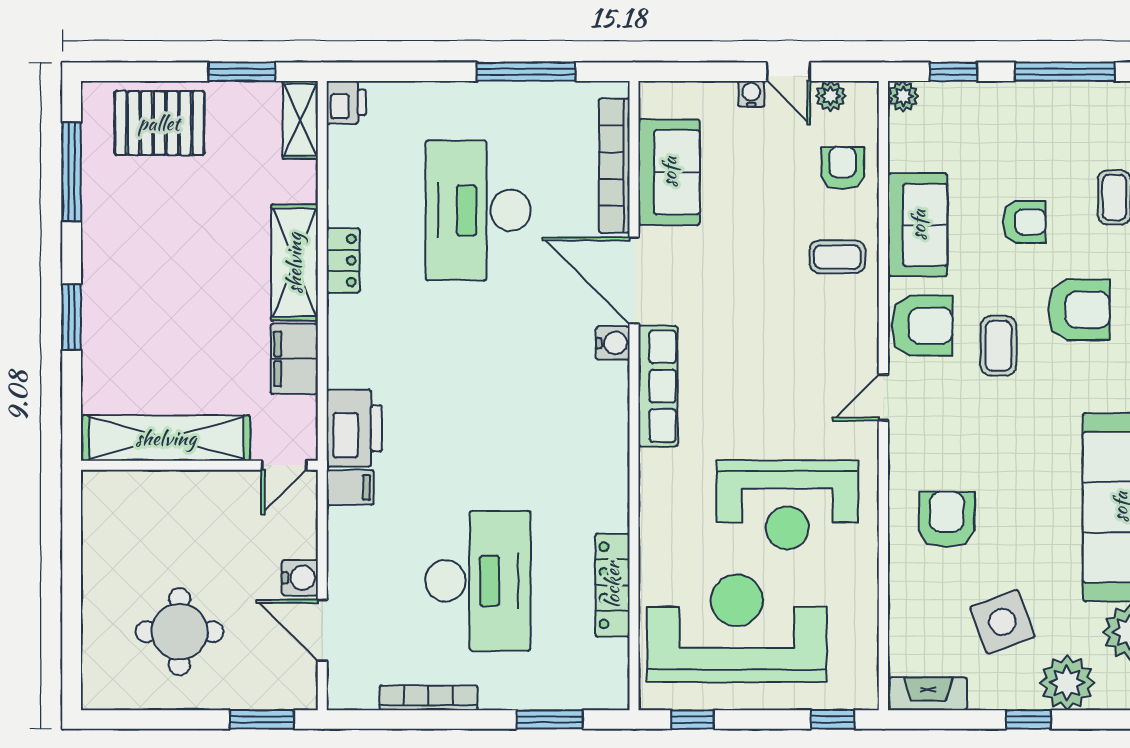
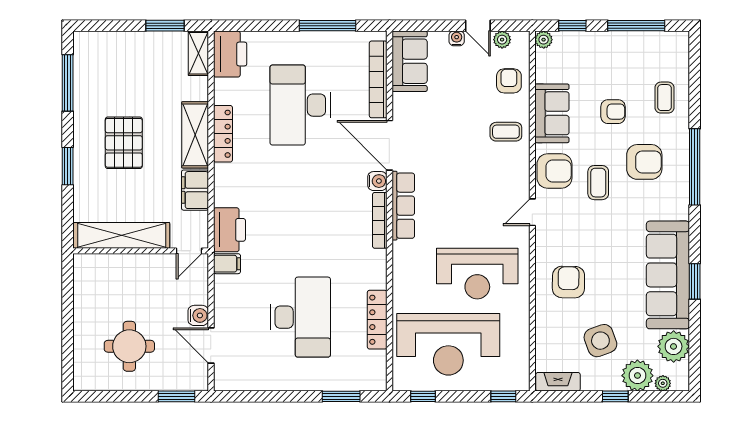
printer: (346, 102) -> (230, 54), width x1.87, depth x1.48
pallet: (159, 123) -> (124, 143), moved, turned 90
sofa: (669, 172) -> (410, 61), moved
locker: (343, 261) -> (223, 134), width x1.53
reception desk: (737, 628) -> (448, 344), turned 180
plant: (1111, 696) -> (663, 383), added
bookcase: (429, 698) -> (380, 220), moved, turned -90

